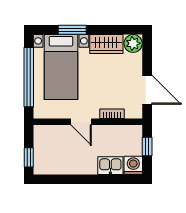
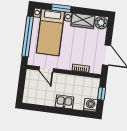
door: (81, 122) -> (46, 69), moved
window: (29, 157) -> (21, 91), removed
kitchen sink: (110, 166) -> (64, 102), moved

